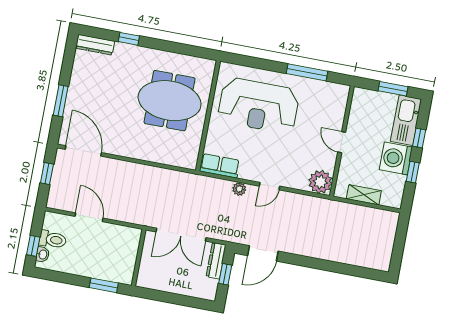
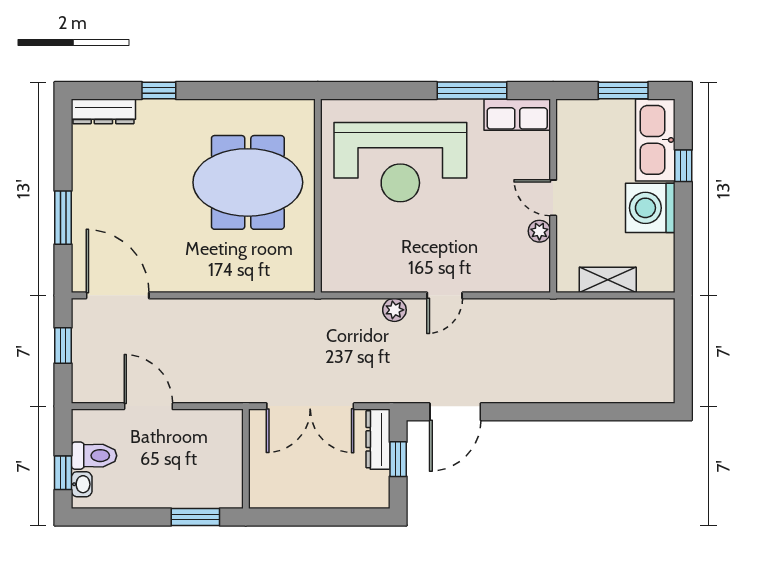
row of seats: (220, 166) -> (517, 115), moved, turned 180
window: (413, 172) -> (683, 226), removed
plant: (320, 182) -> (539, 231), moved, width x0.53, depth x0.53

